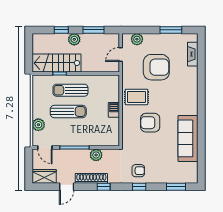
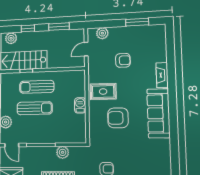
plant: (74, 39) -> (11, 38), moved
fireplace: (193, 54) -> (162, 75), moved
armchair: (156, 67) -> (123, 60), width x0.53, depth x0.53
sofa: (188, 138) -> (158, 113), moved

